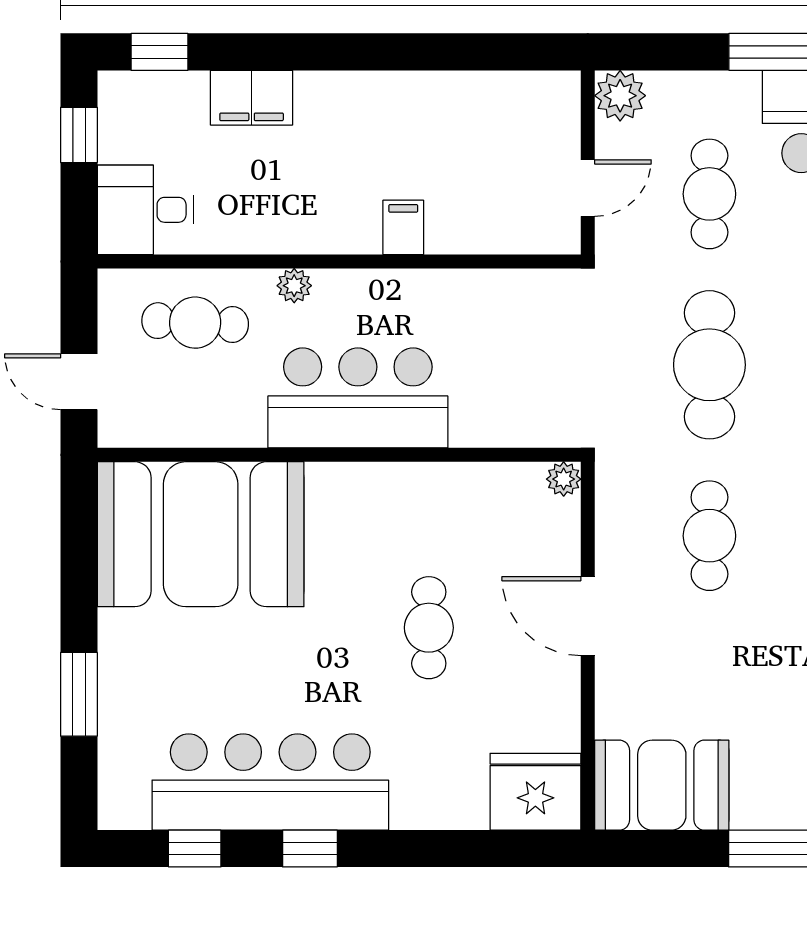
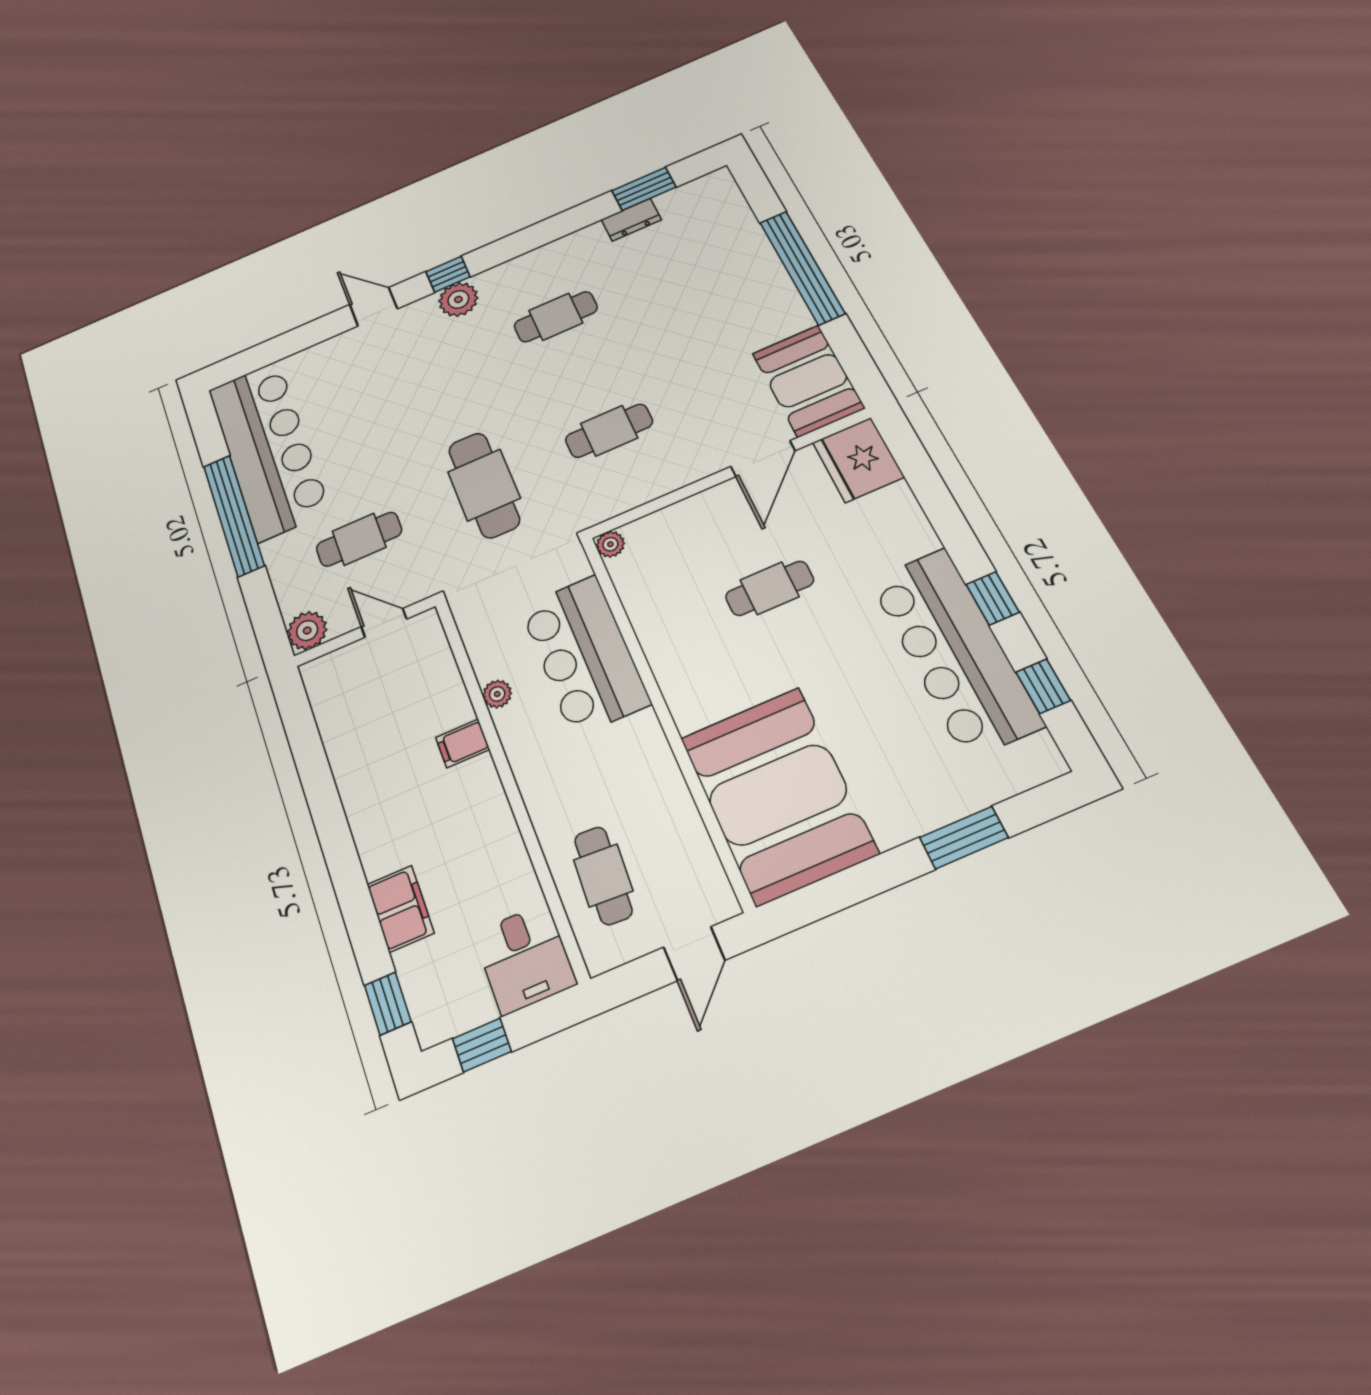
plant: (294, 286) -> (497, 694), moved
cafe table: (709, 365) -> (484, 485), turned 90
bar counter: (358, 398) -> (584, 655), moved
door: (588, 616) -> (763, 459), moved

